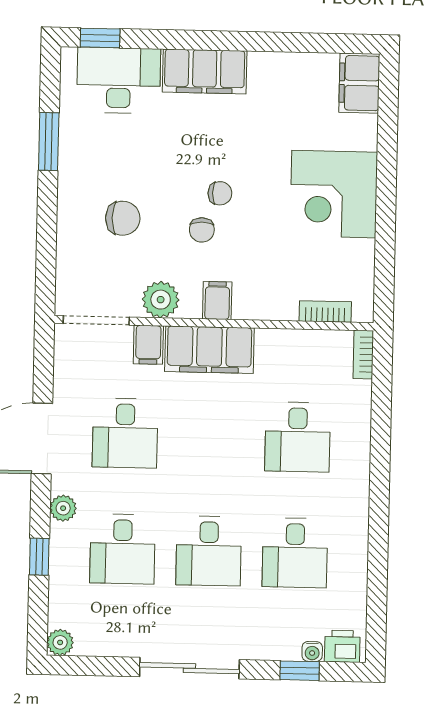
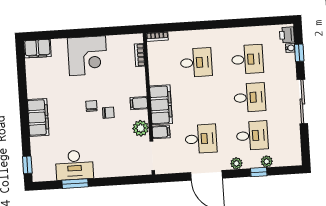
desk: (119, 80) -> (74, 165), moved, turned -90
chair: (123, 218) -> (106, 148), removed
plant: (60, 642) -> (267, 161), moved

